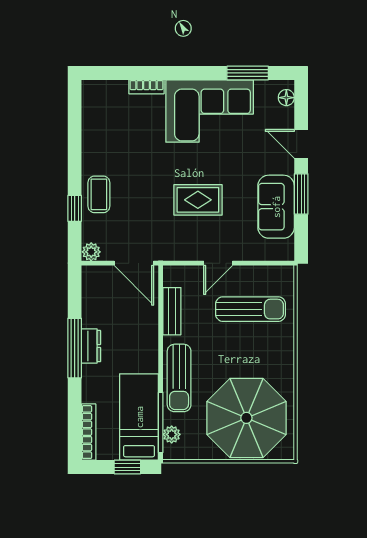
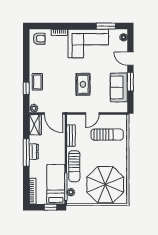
armchair: (103, 101) -> (39, 39), added
rug: (198, 200) -> (83, 84), turned 90
wardrobe: (94, 288) -> (35, 125), added

